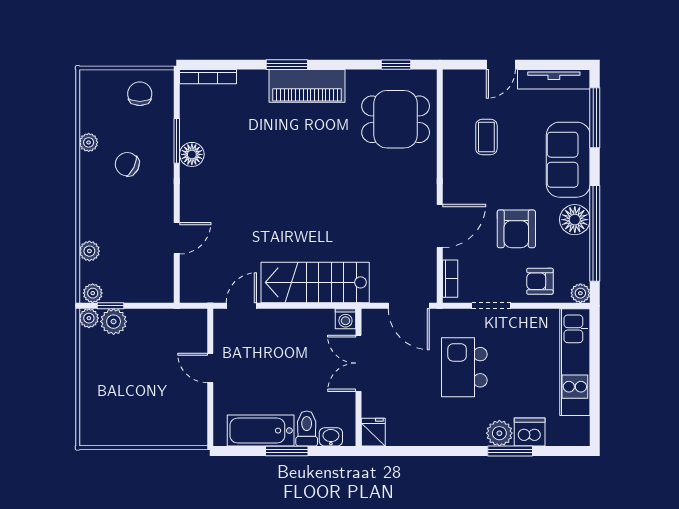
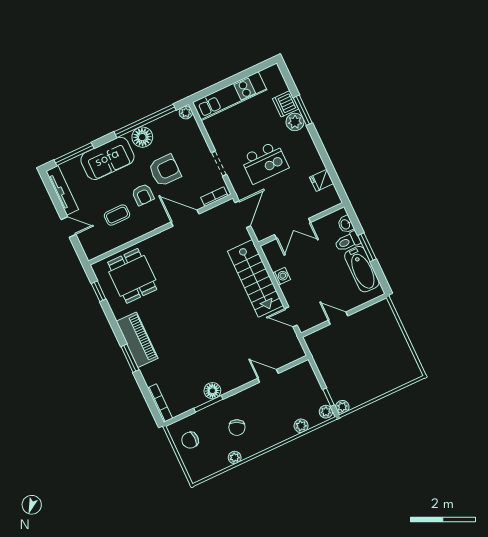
armchair: (540, 281) -> (143, 195), moved
washing machine: (345, 319) -> (282, 276), moved
plant: (114, 322) -> (337, 391), removed
door: (210, 368) -> (338, 318), swing flipped
fridge: (373, 432) -> (322, 180), moved

